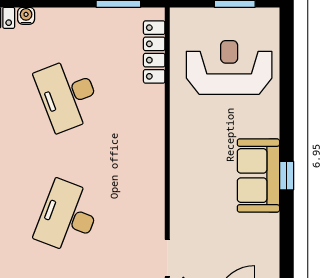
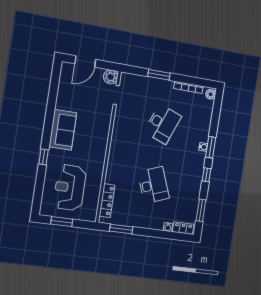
reception desk: (229, 67) -> (70, 188), turned 90
window: (287, 176) -> (44, 157), moved

